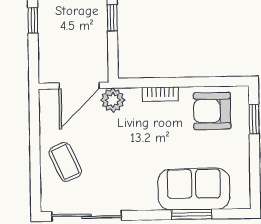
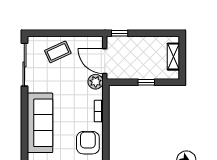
window: (33, 20) -> (120, 33), moved
sofa: (194, 189) -> (40, 123), width x1.36
window: (192, 214) -> (24, 129), removed

